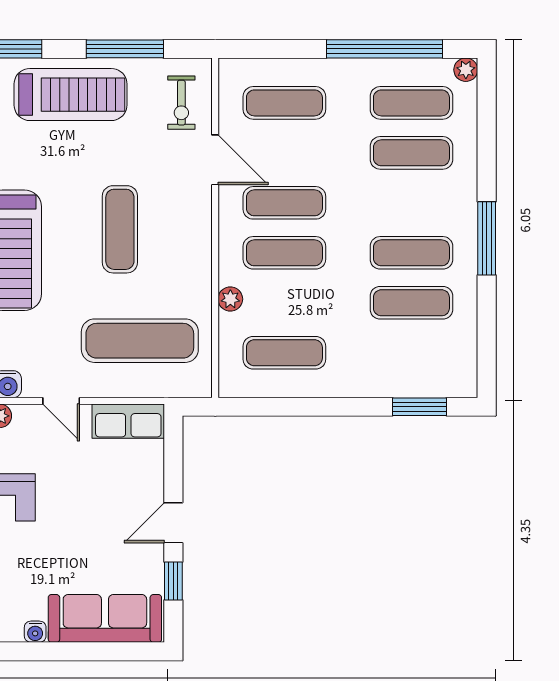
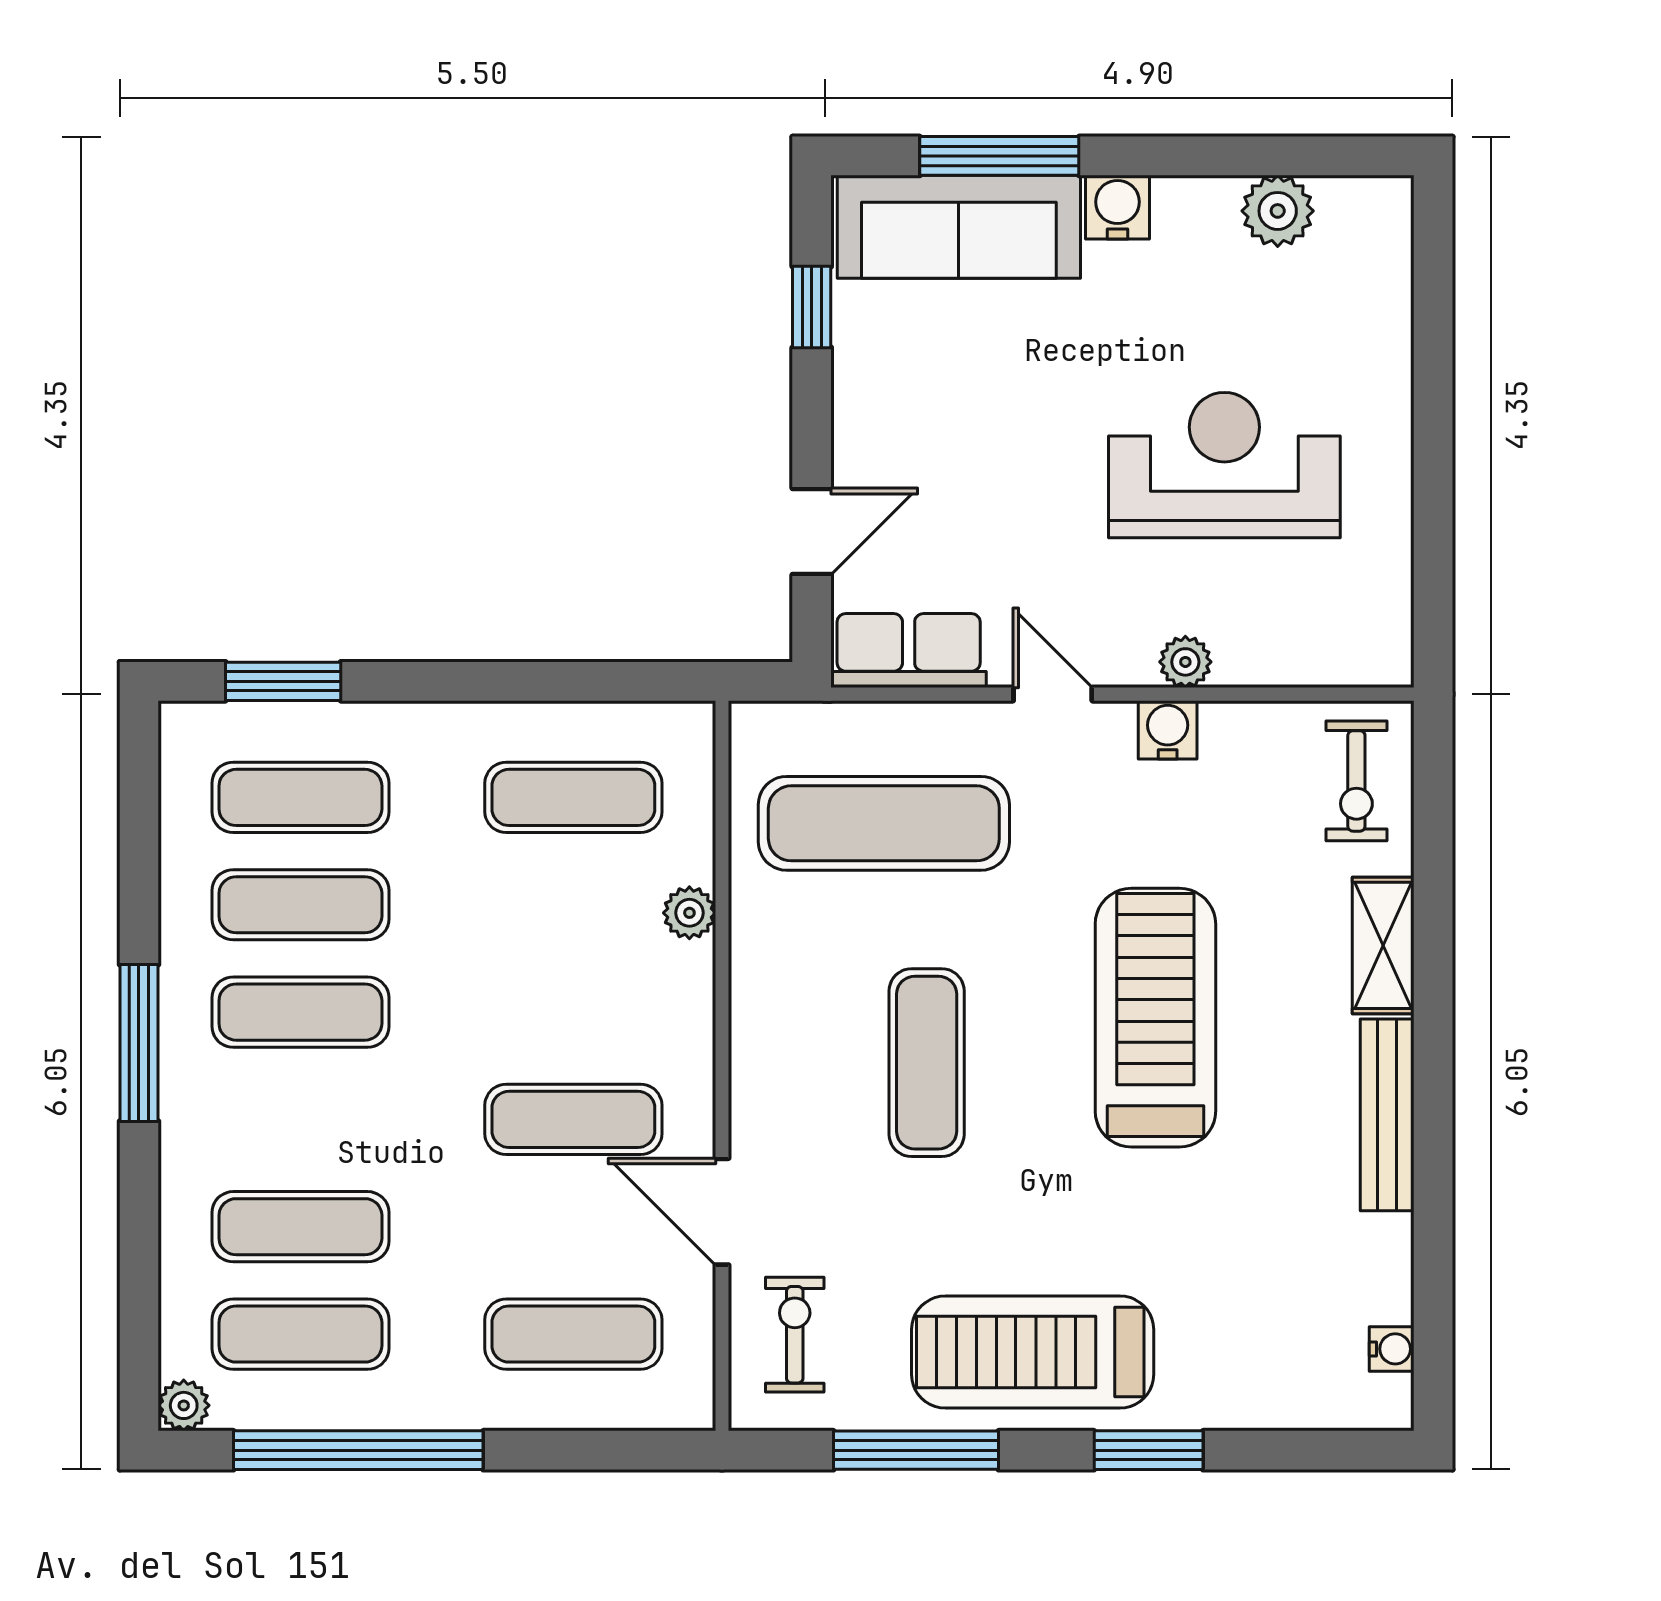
exercise mat: (284, 253) -> (300, 797), moved
door: (173, 523) -> (812, 532), moved
water cooler: (35, 632) -> (1117, 207), width x1.38, depth x1.38
window: (86, 651) -> (999, 156), added

